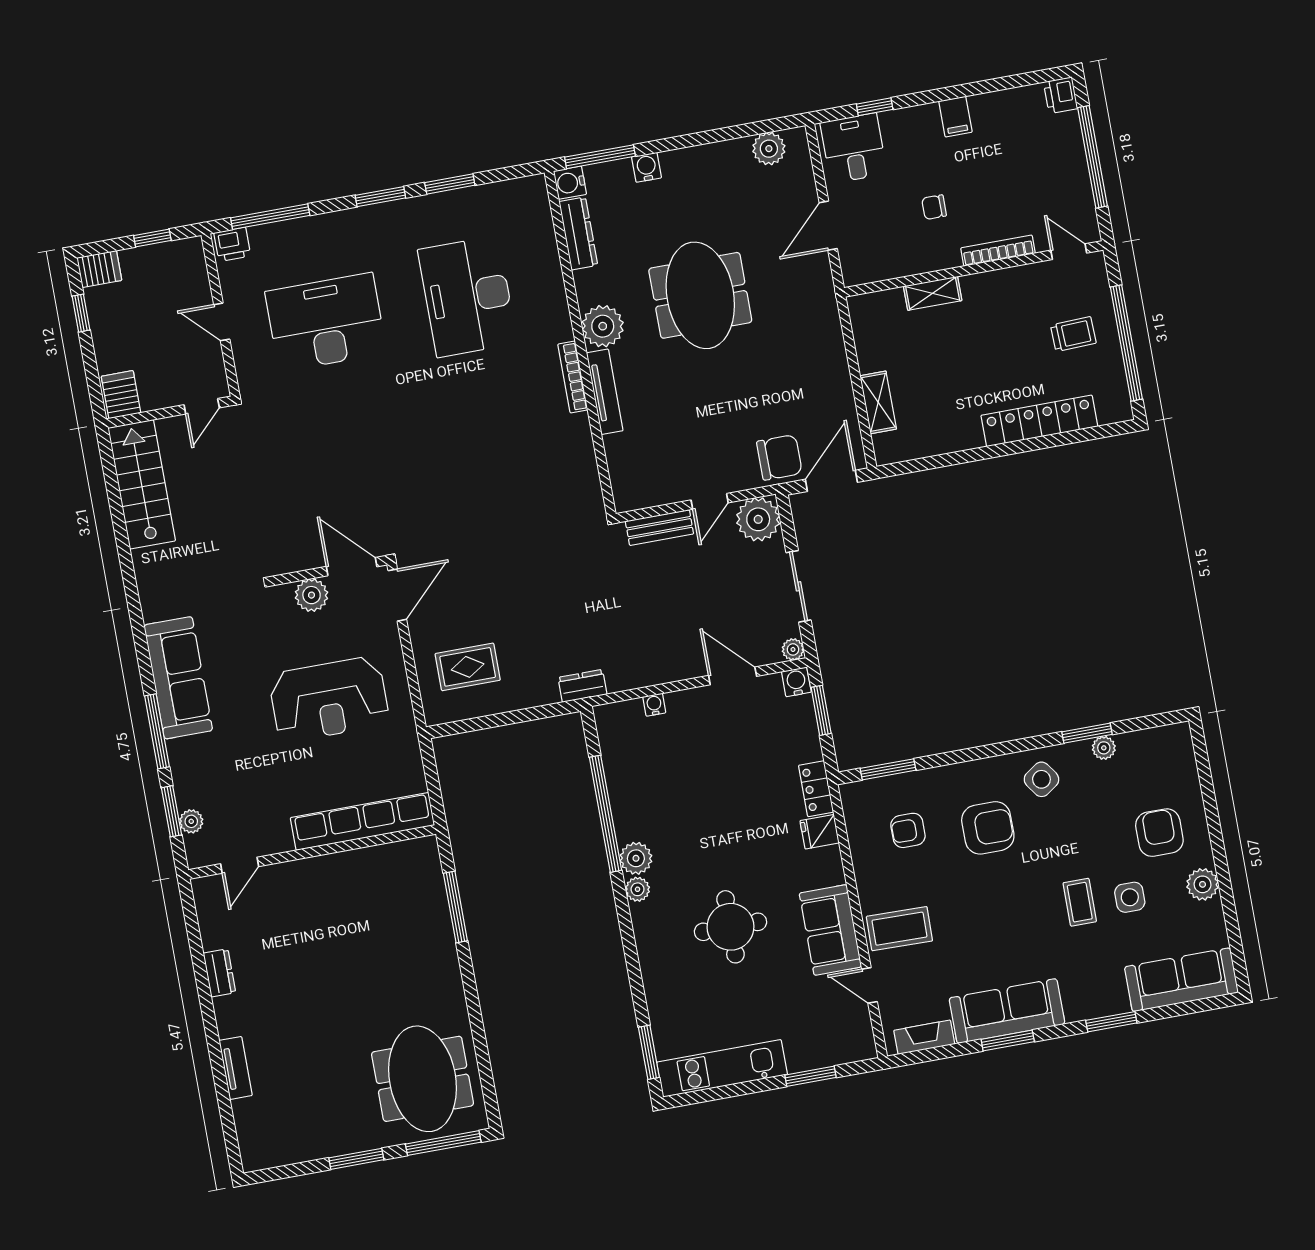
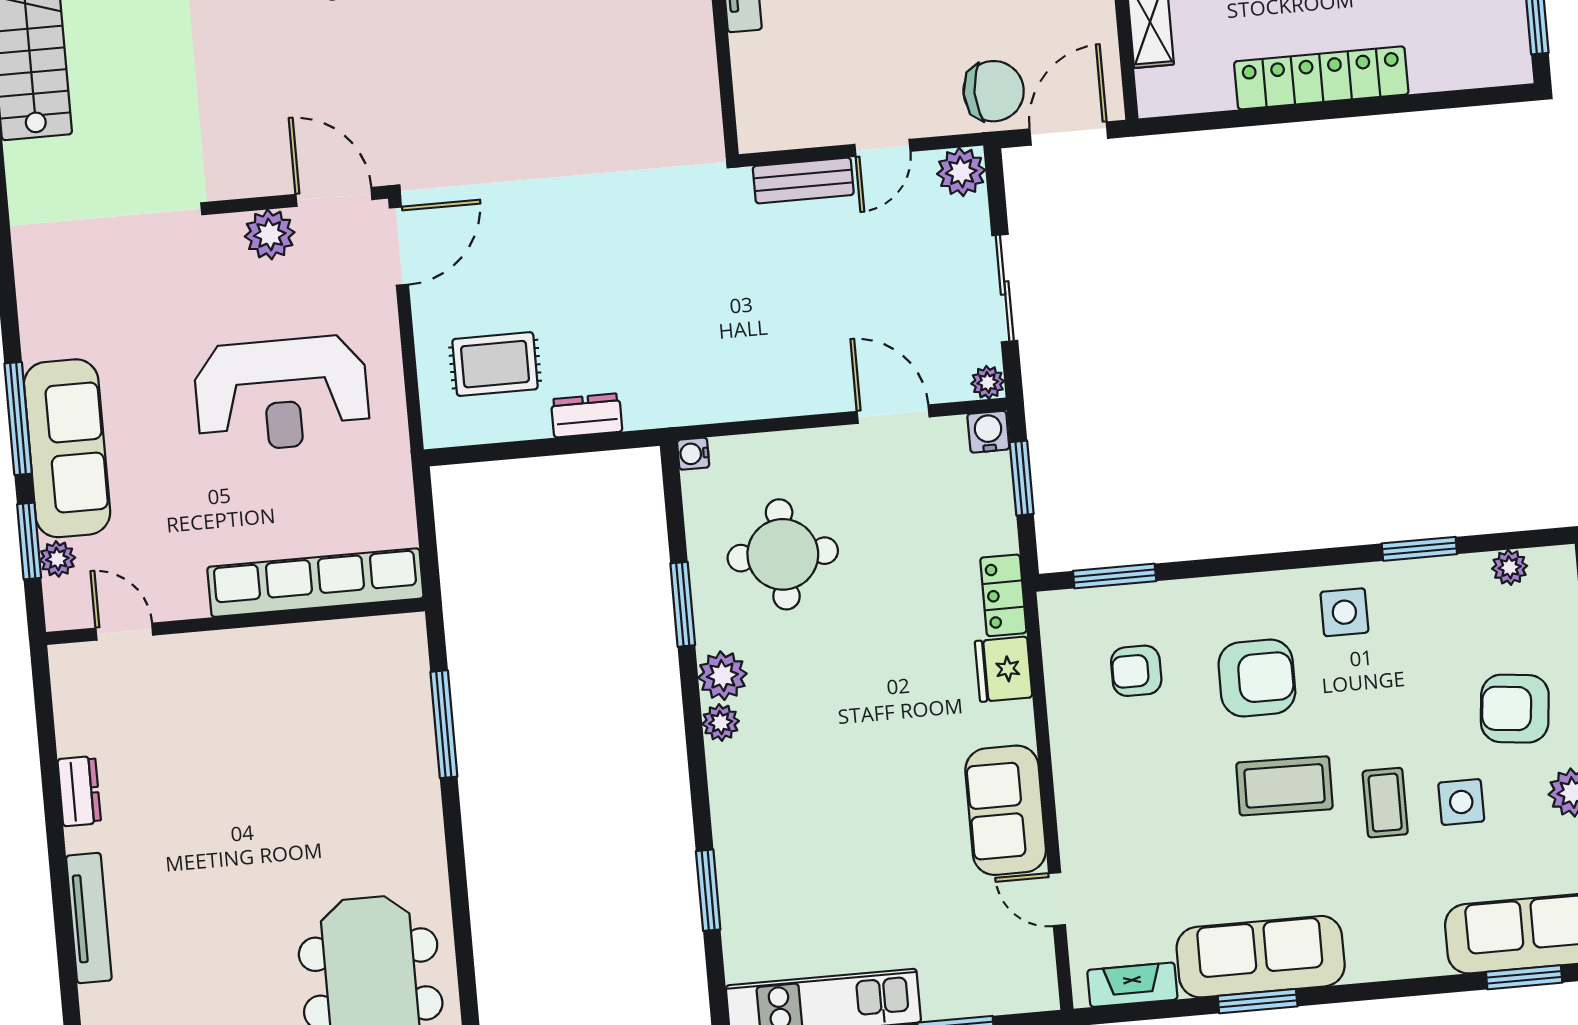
locker: (1039, 421) -> (1321, 78), moved
plant: (758, 519) -> (961, 172), width x0.73, depth x0.73
sofa: (178, 678) -> (67, 448), moved
dresser: (582, 686) -> (587, 415), moved
water cooler: (654, 705) -> (693, 454), moved, turned -90
plant: (1104, 748) -> (1510, 567), moved
side table: (1041, 779) -> (1344, 612), turned 35
window: (605, 814) -> (683, 604), width x0.47
fridge: (820, 832) -> (1004, 669), width x1.38
armchair: (1159, 833) -> (1515, 709), turned -84
door: (240, 865) -> (124, 632), swing flipped
round table: (731, 927) -> (783, 554), moved
coffee table: (899, 929) -> (1284, 786), moved
window: (1111, 1022) -> (1524, 977), moved
window: (649, 1052) -> (708, 890), moved
tv unit: (236, 1068) -> (89, 918), width x1.41

